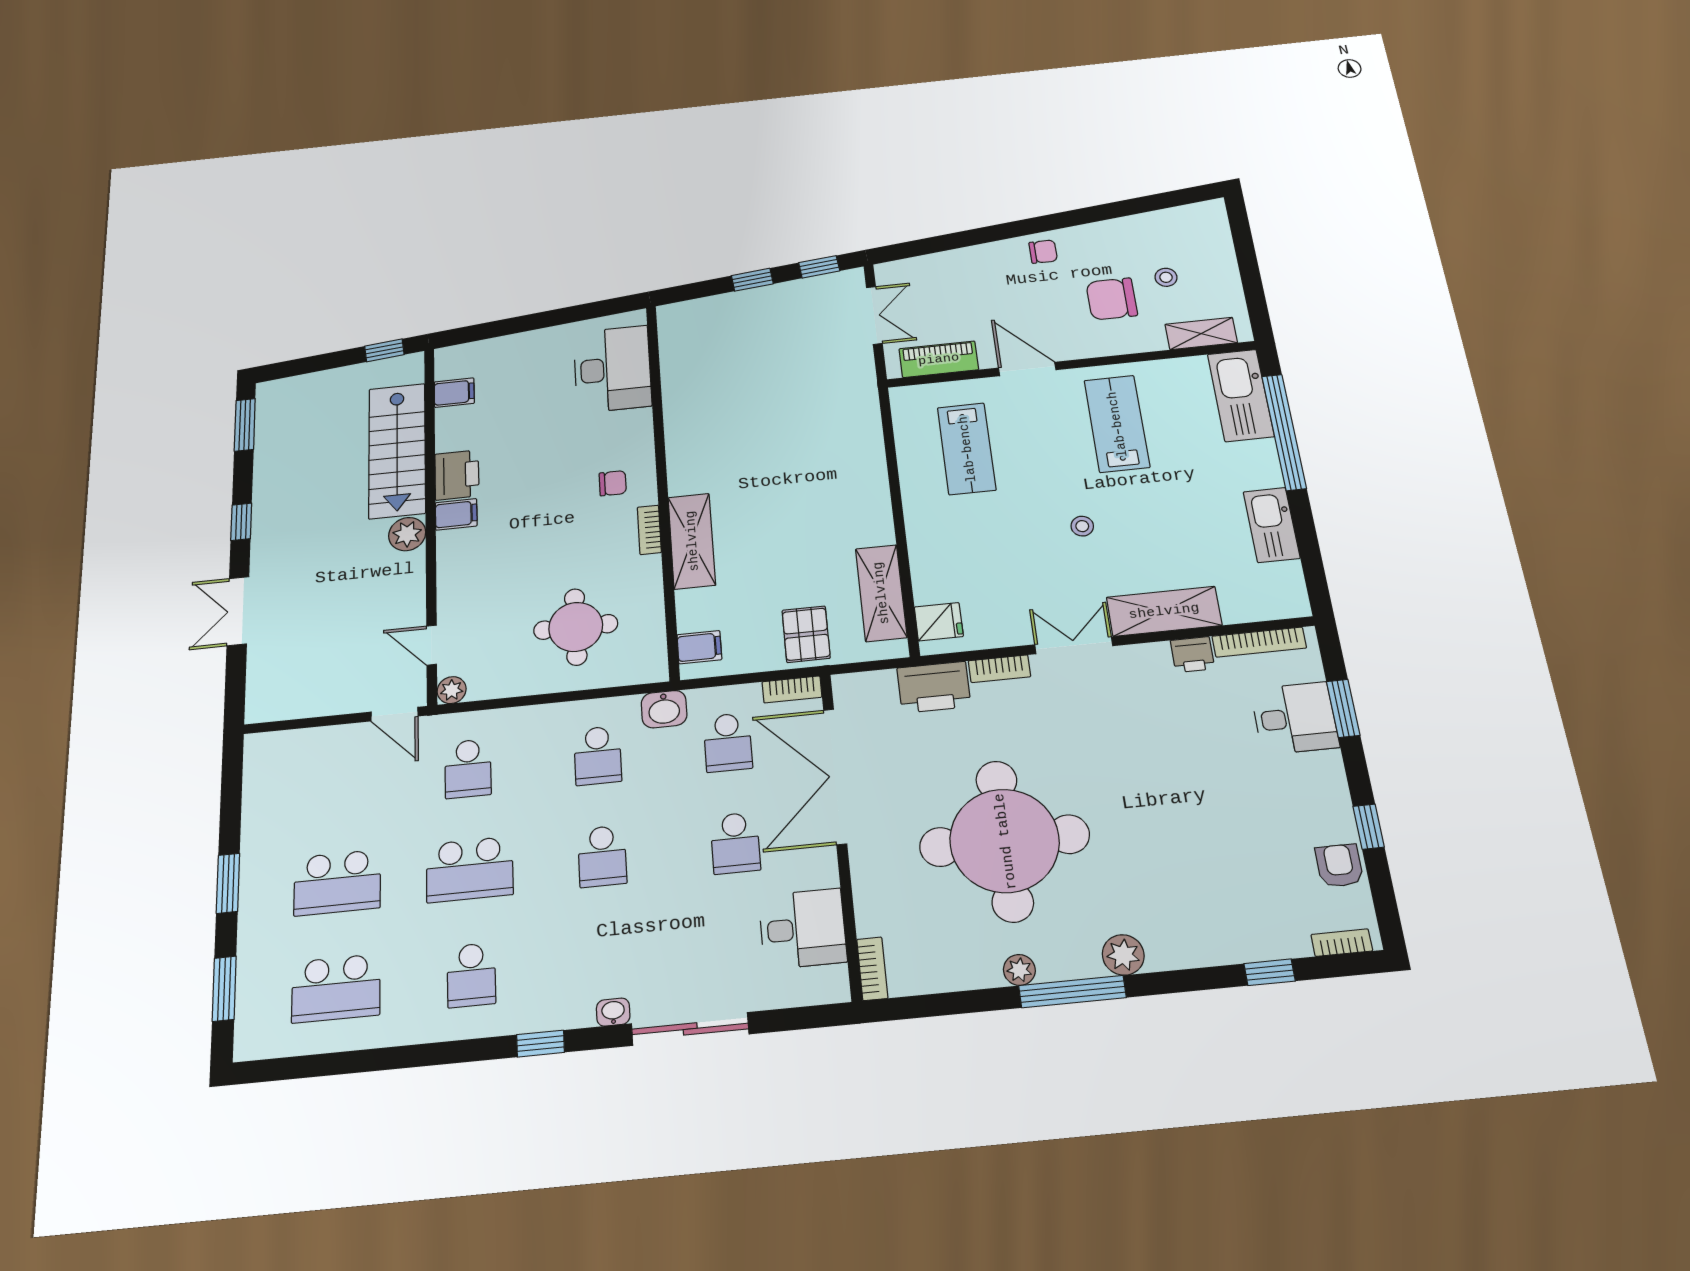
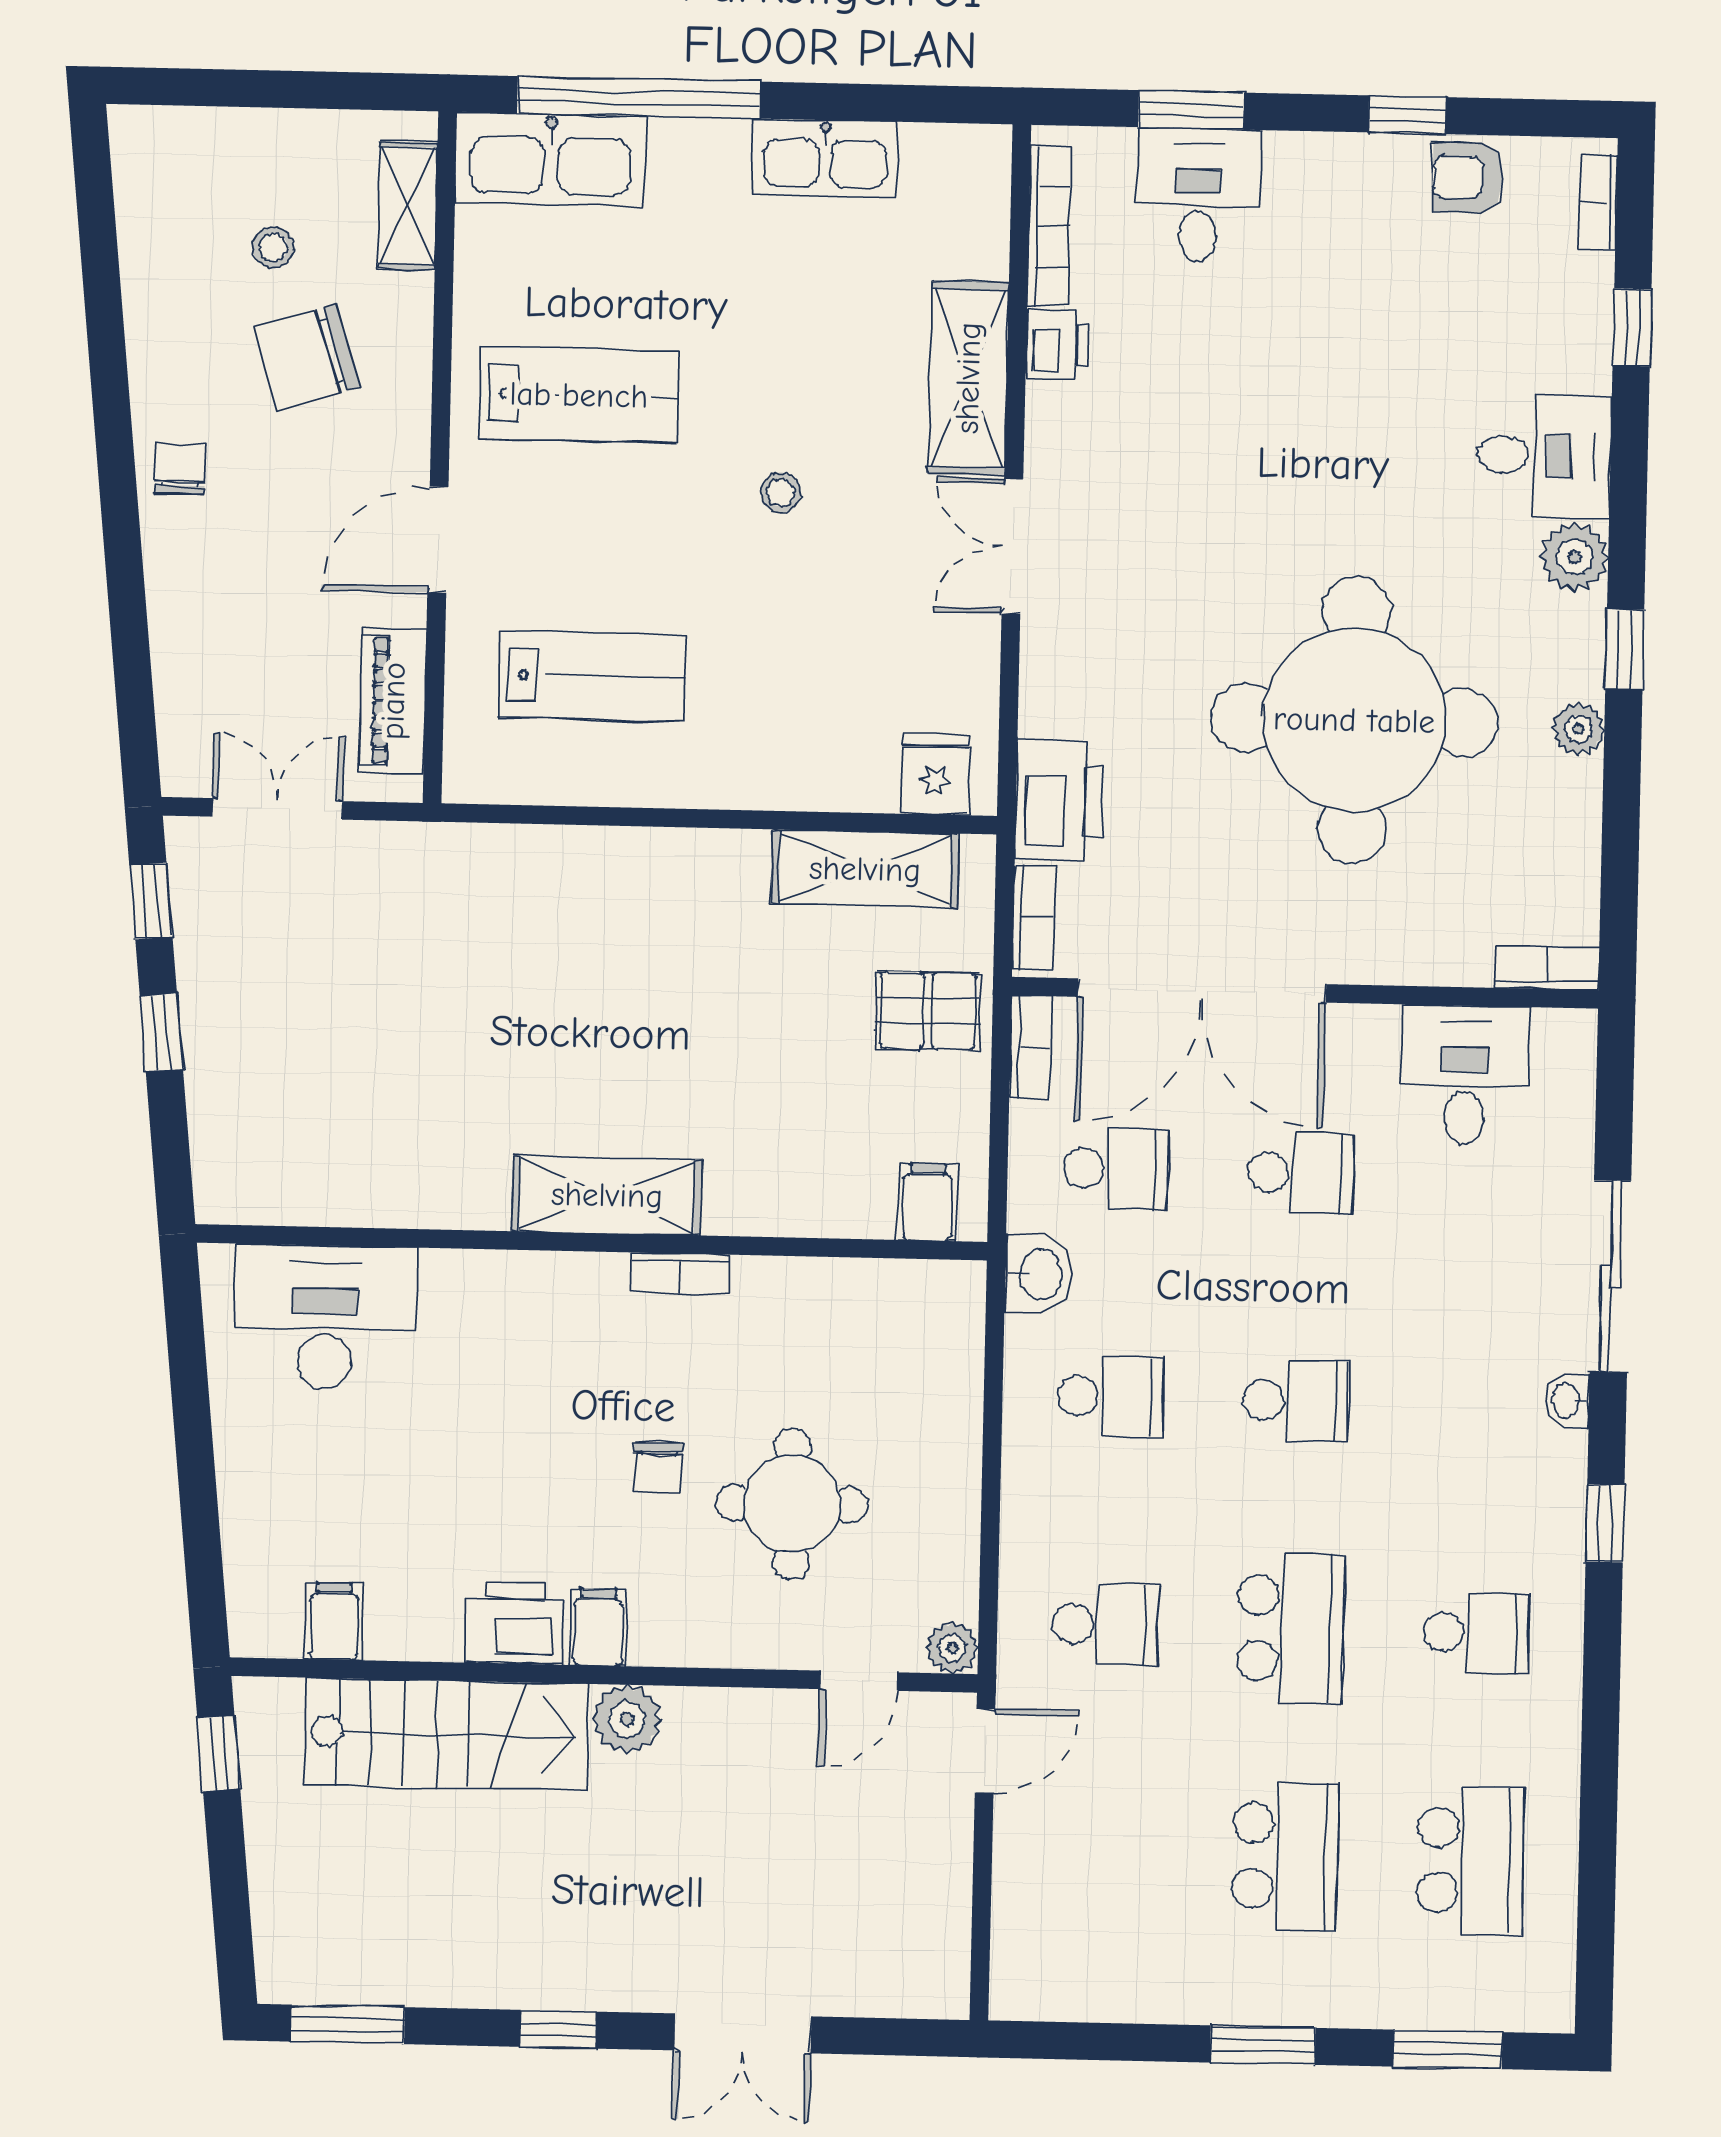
chair: (1112, 299) -> (307, 357), turned 73
lab bench: (1117, 424) -> (579, 395), turned 180
chair: (613, 483) -> (658, 1468), moved, turned 180
shelving: (692, 541) -> (607, 1195), moved
round table: (576, 627) -> (792, 1504), moved
bookcase: (999, 669) -> (1034, 917), moved
desk: (1181, 930) -> (1544, 456), added
window: (1072, 992) -> (1625, 649), width x0.46

